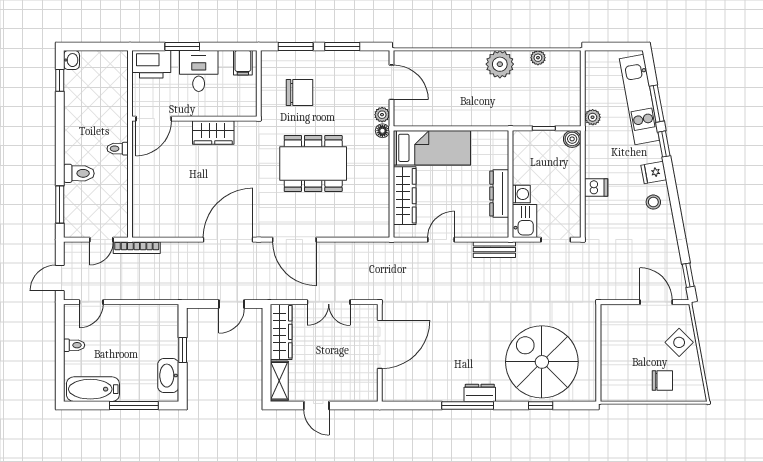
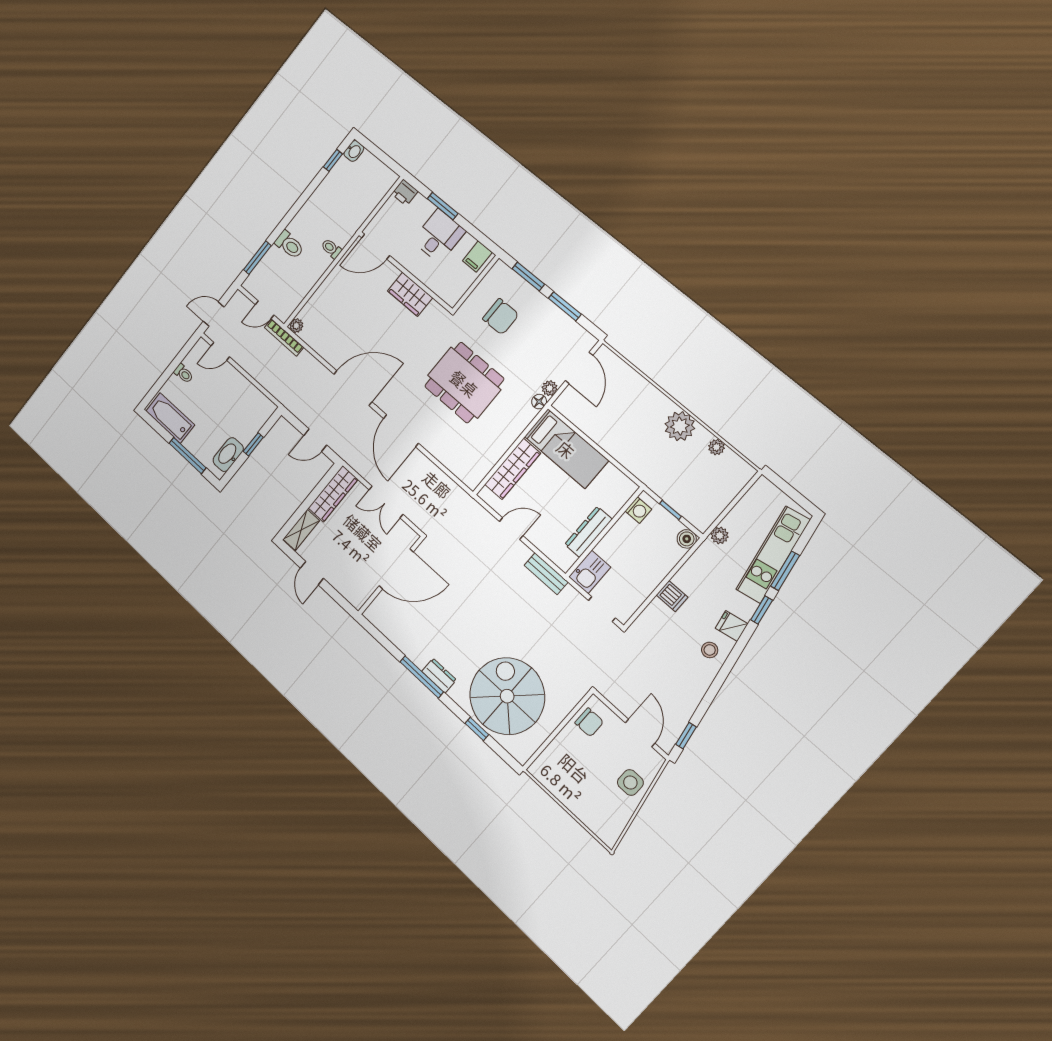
printer: (151, 64) -> (405, 193), width x0.53, depth x0.68
washing machine: (521, 194) -> (638, 510), moved
plant: (139, 230) -> (296, 326), added
side table: (679, 342) -> (630, 783), turned 45
chair: (662, 380) -> (589, 722), moved

